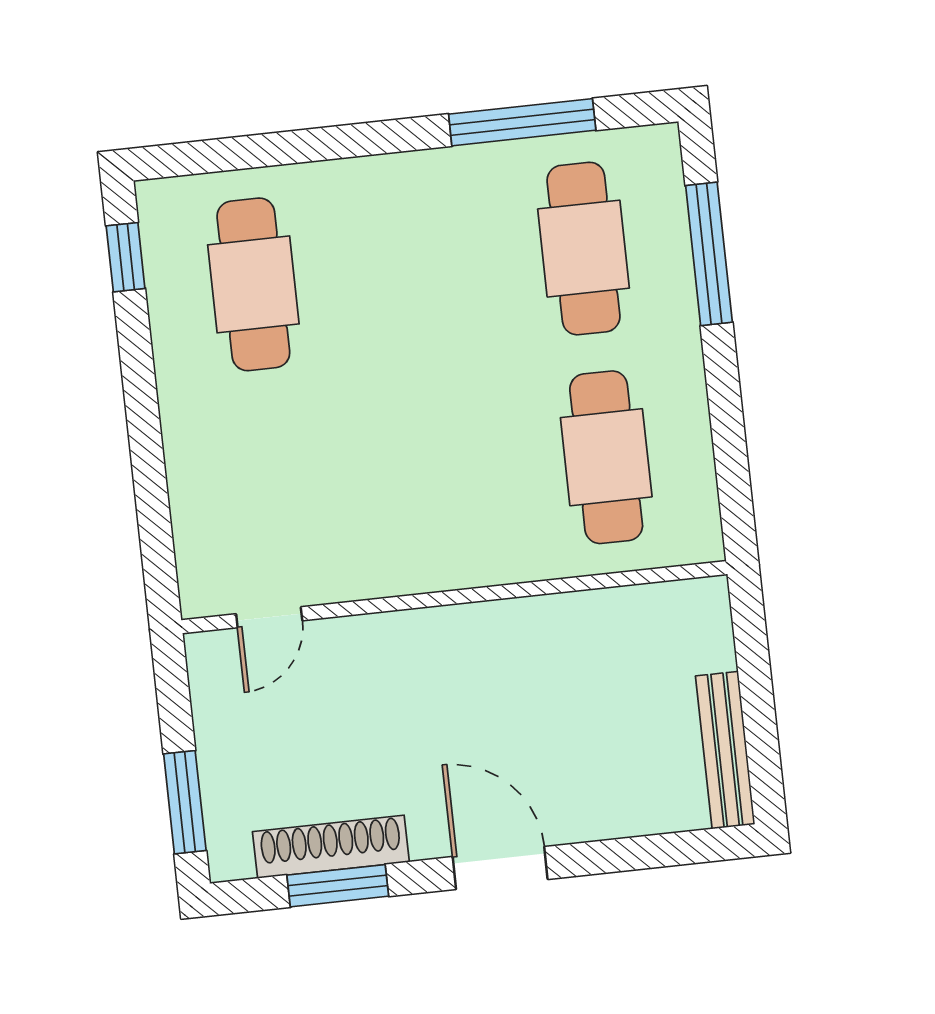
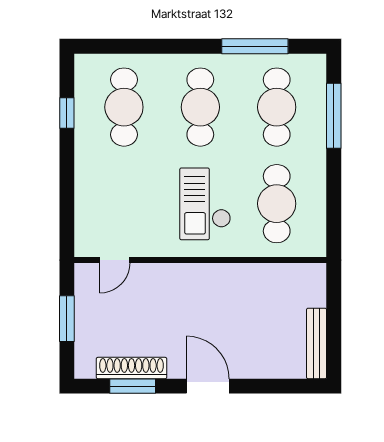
window: (126, 257) -> (67, 113), moved
cafe table: (418, 266) -> (200, 107), added
checkout: (452, 474) -> (205, 204), added
window: (185, 802) -> (67, 319), moved

